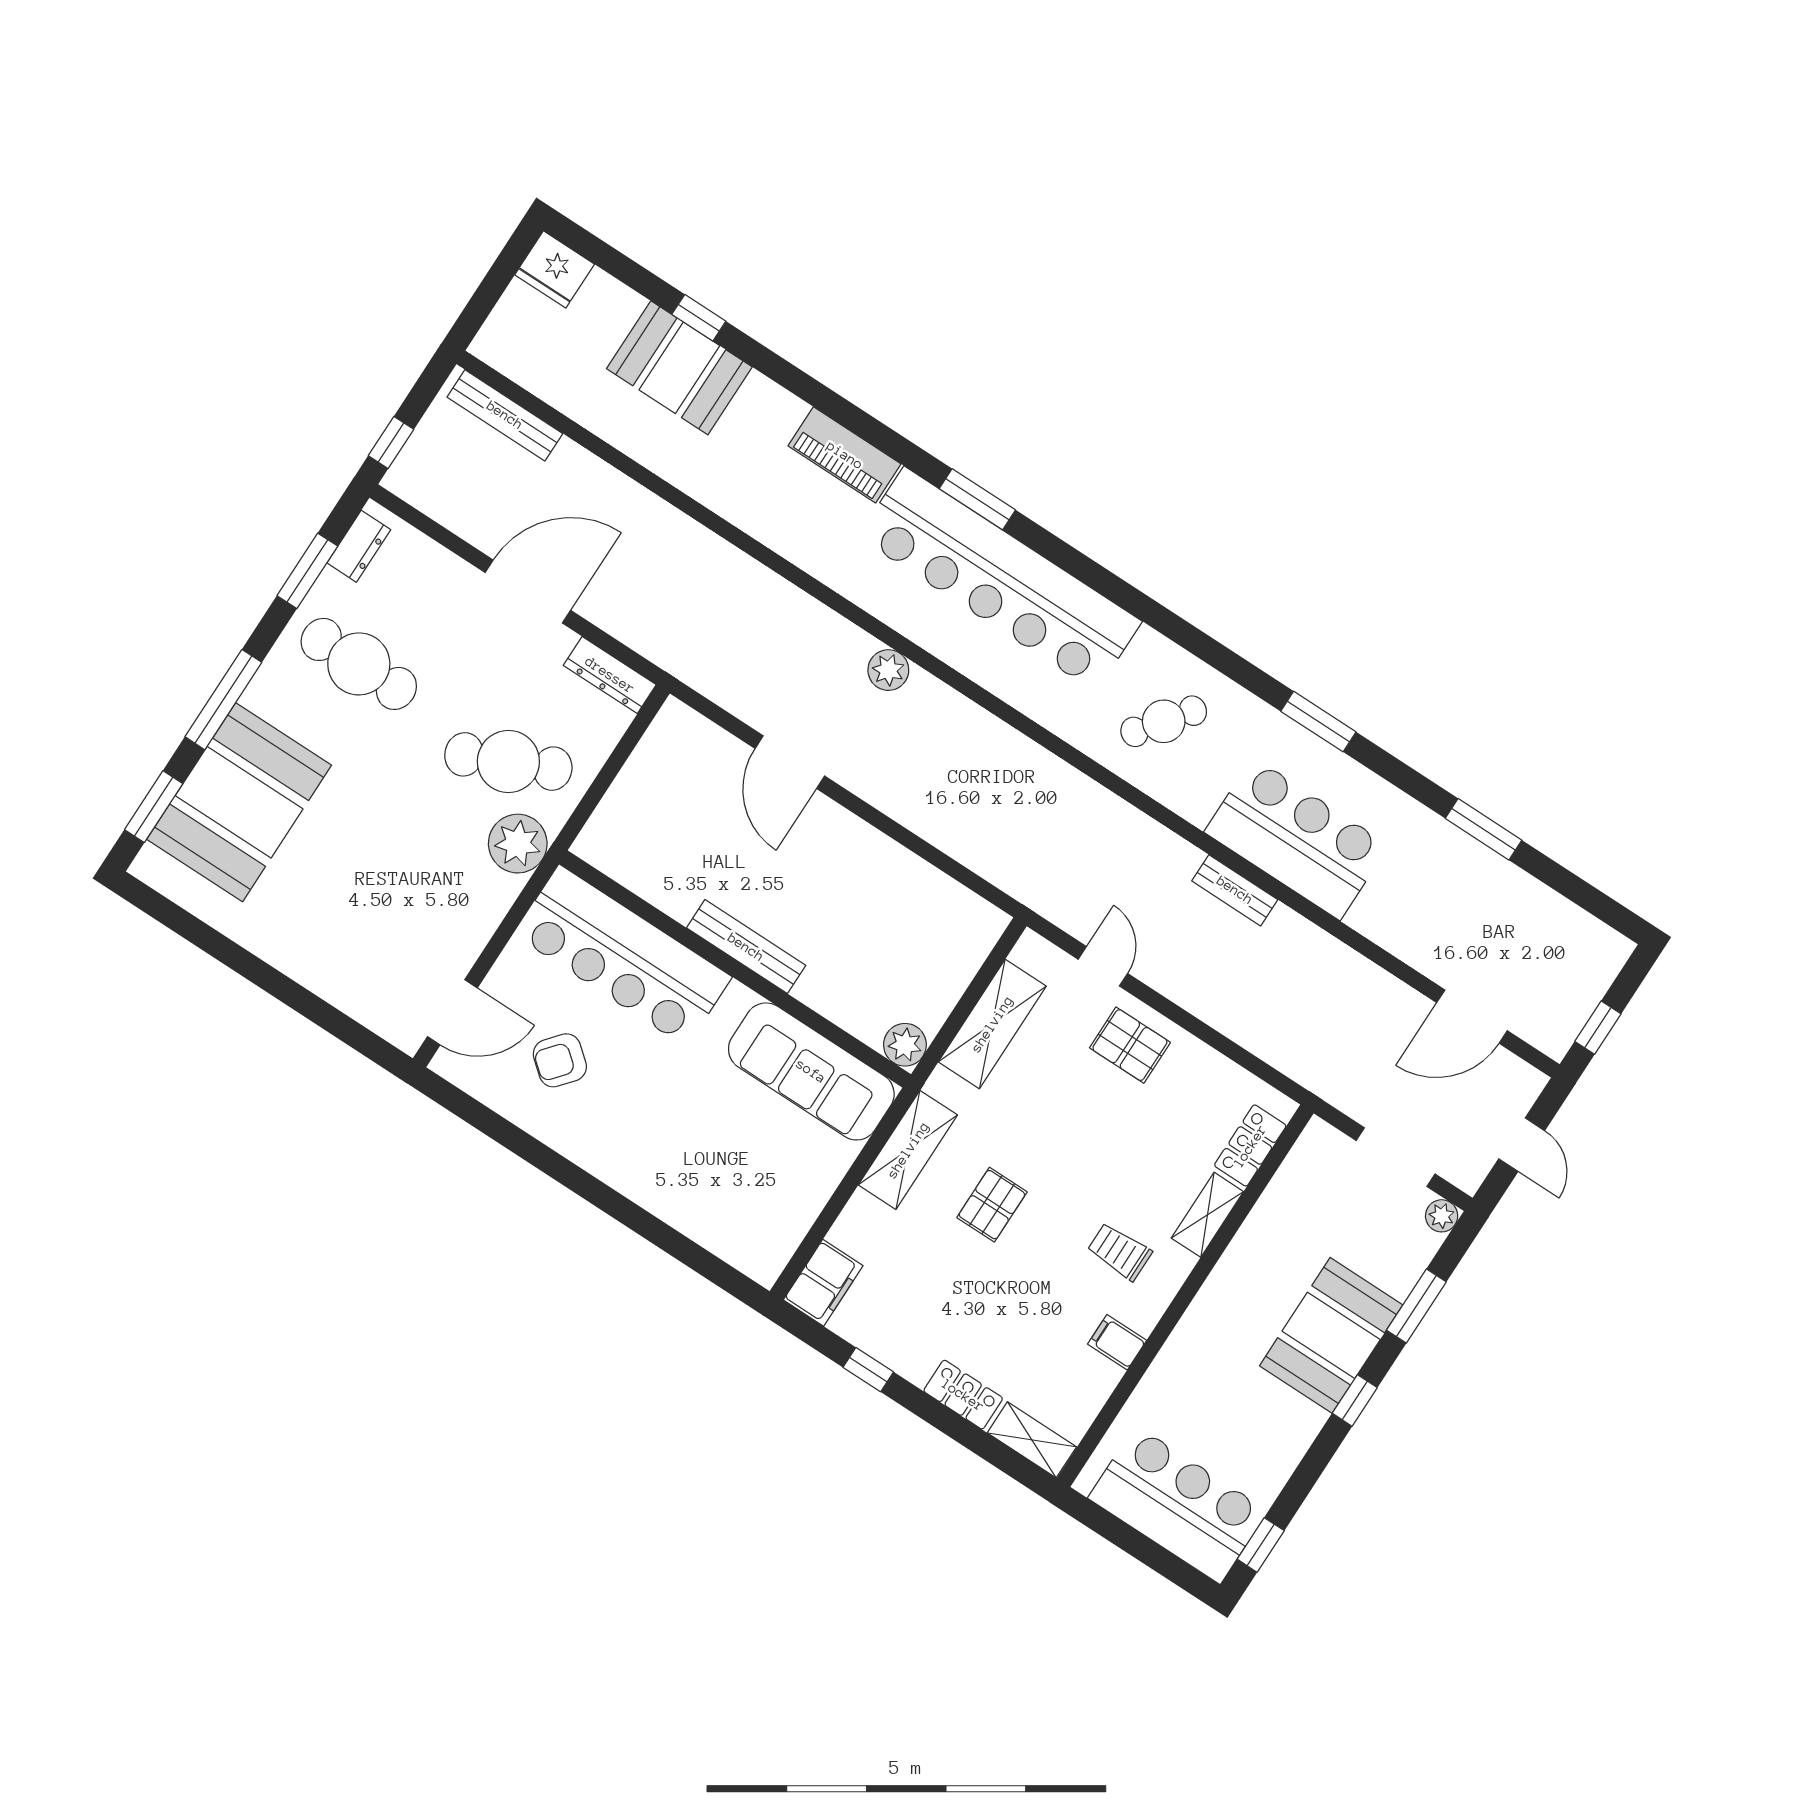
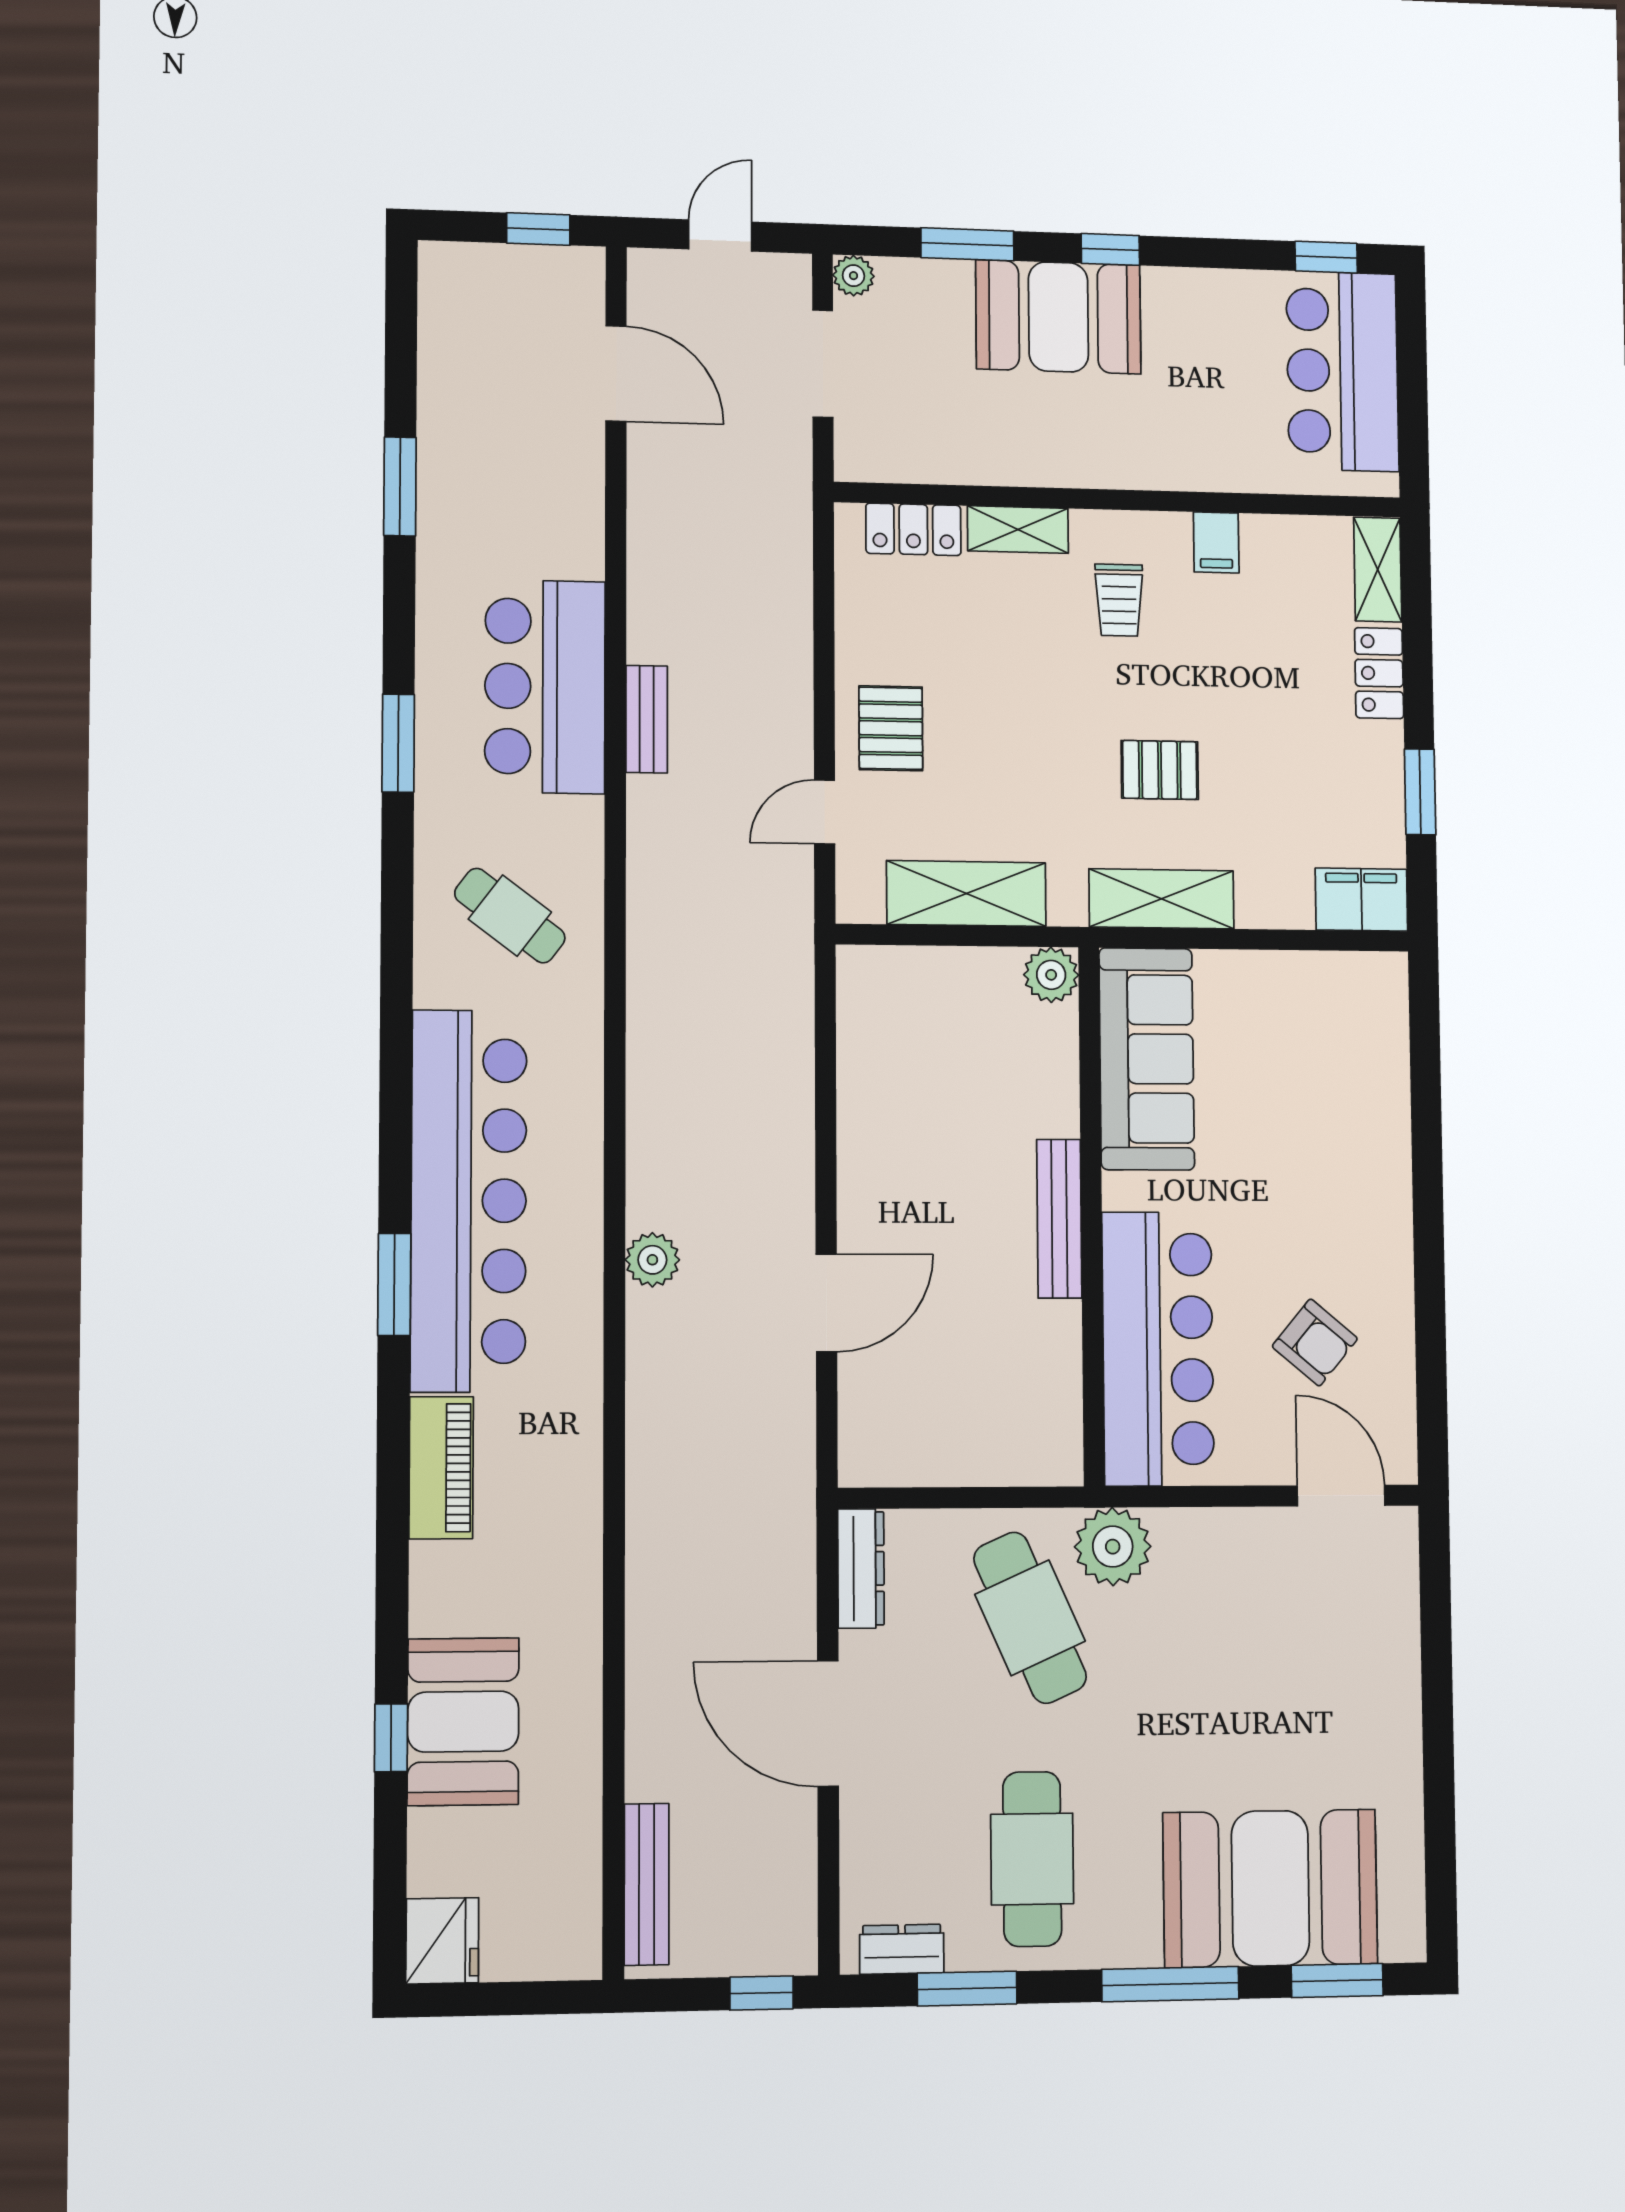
window: (868, 1370) -> (1420, 792), width x1.50

